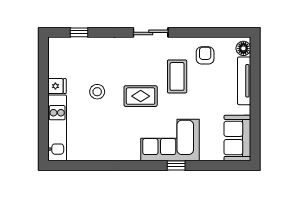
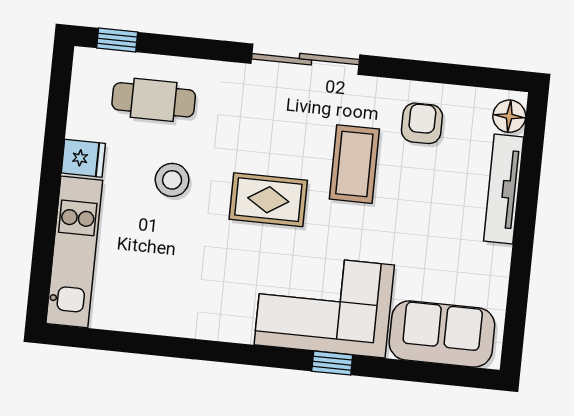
window: (79, 32) -> (117, 40), moved
sliding door: (151, 32) -> (305, 59), width x1.37
cafe table: (85, 57) -> (154, 100), added
sofa: (237, 138) -> (442, 334), moved, turned 90

